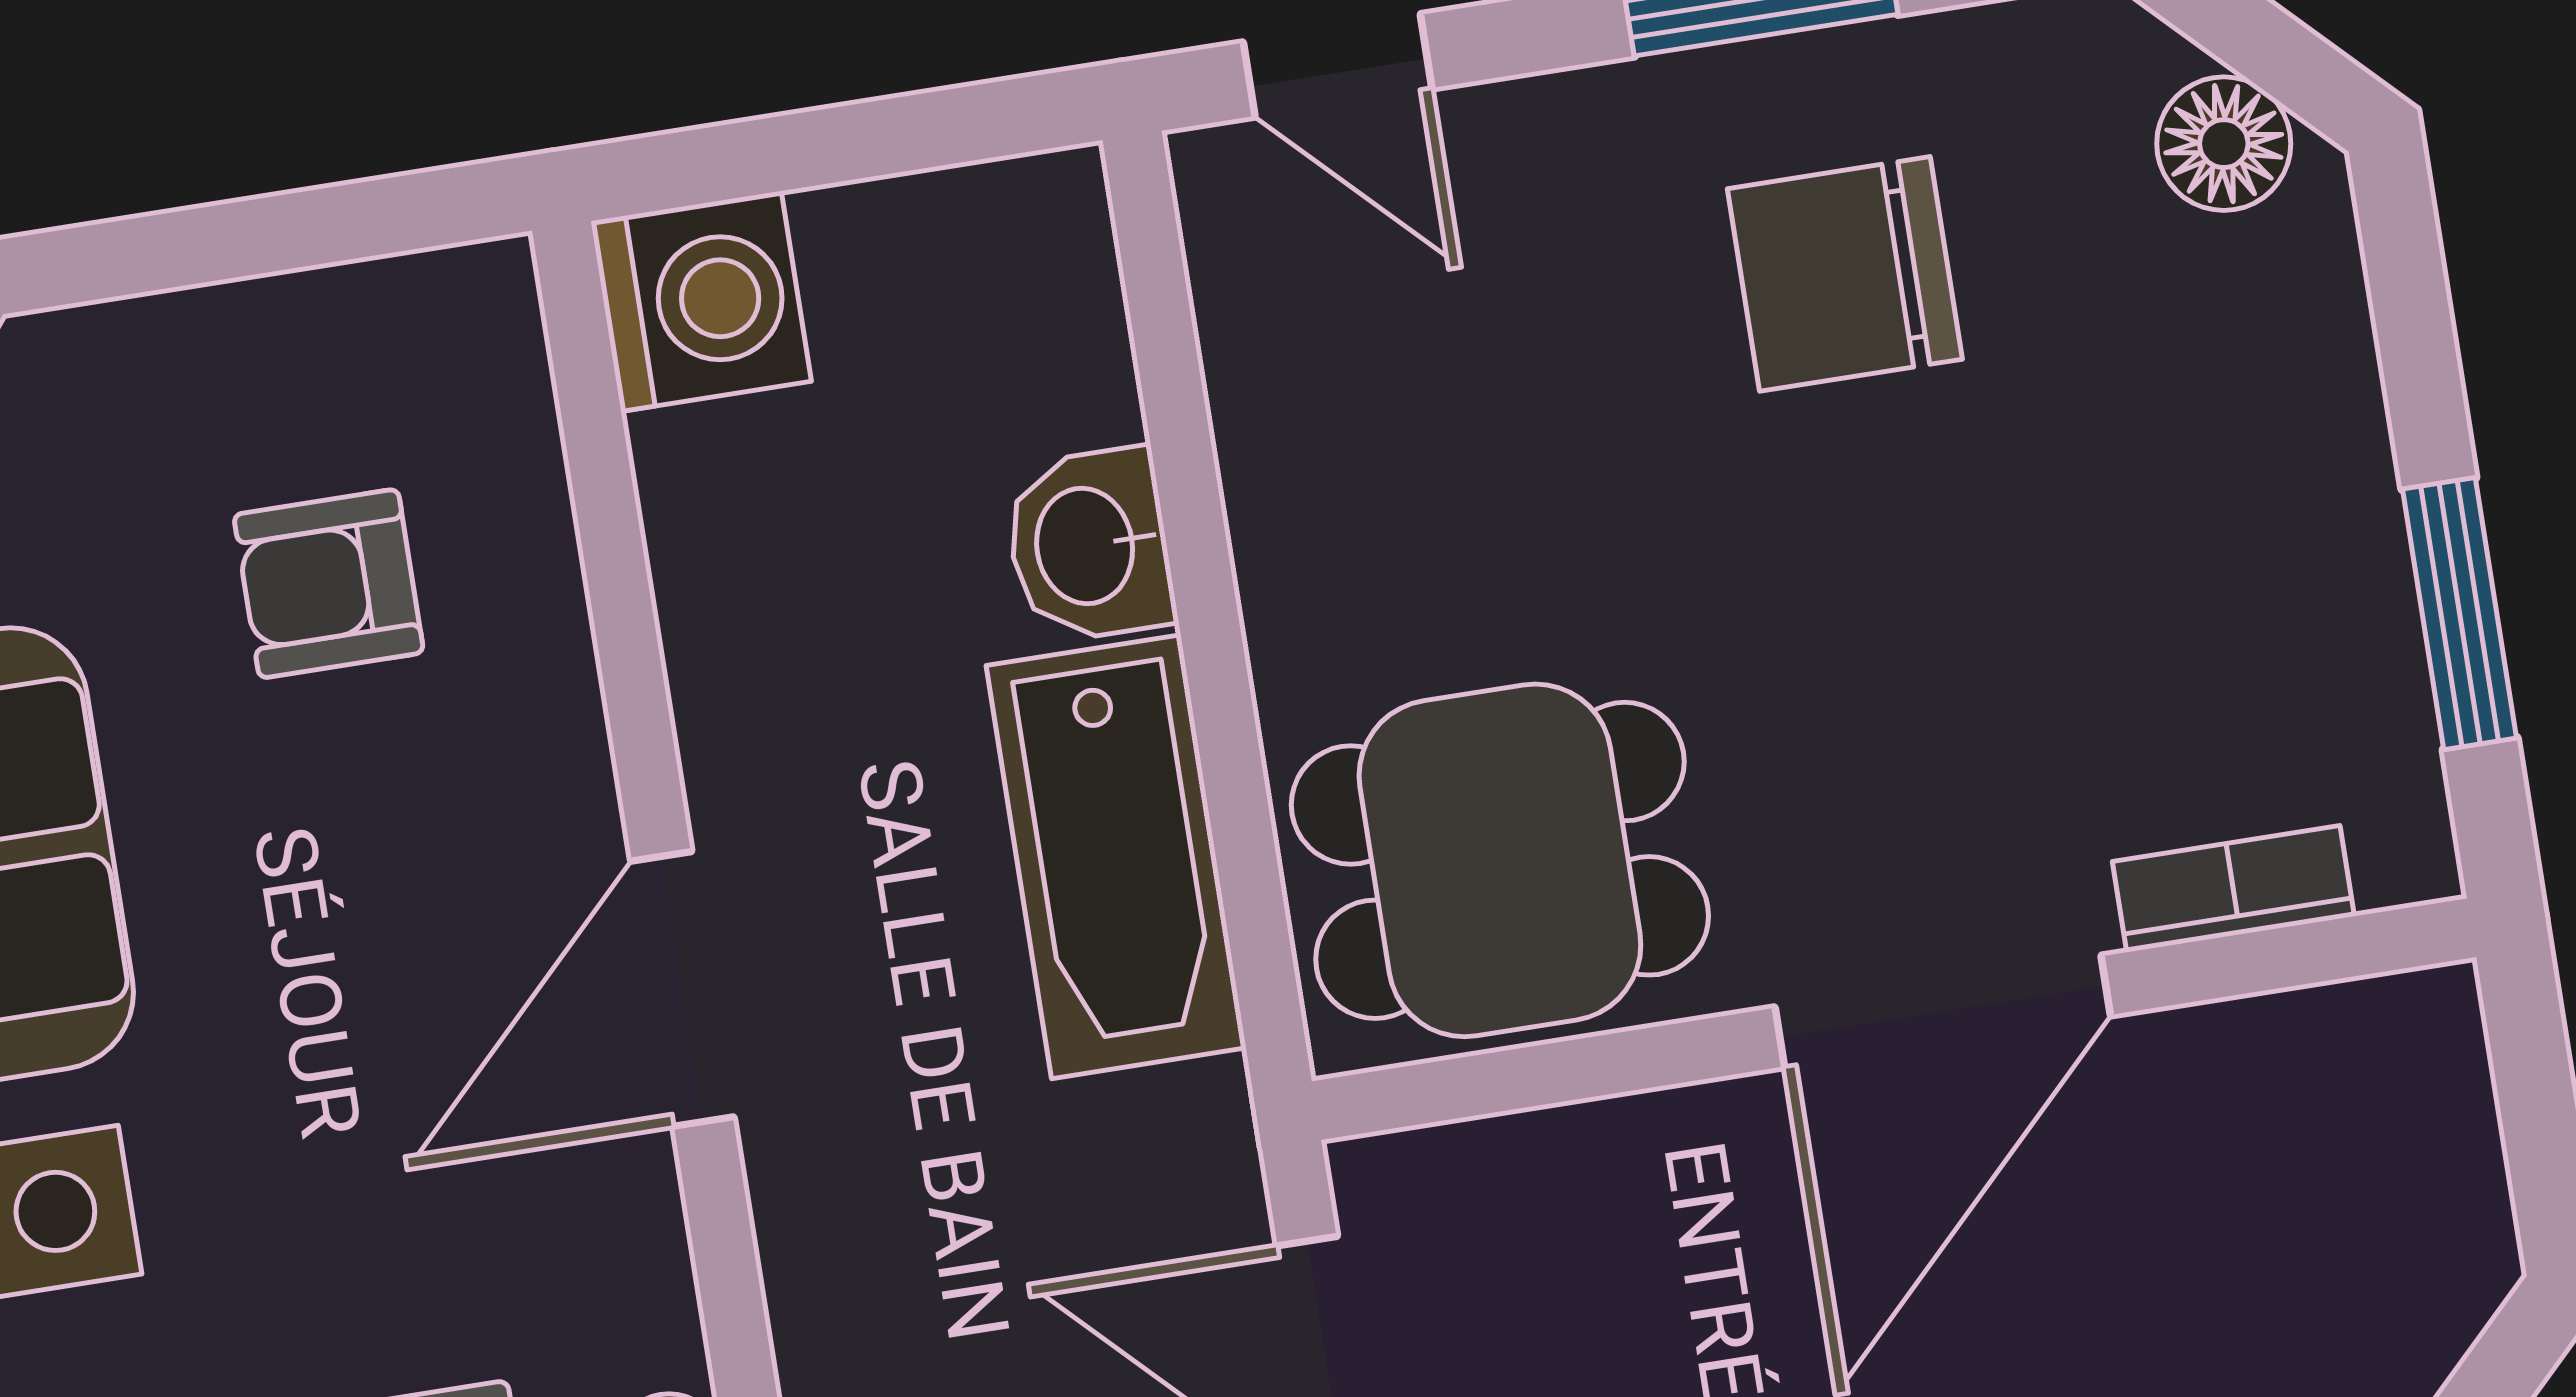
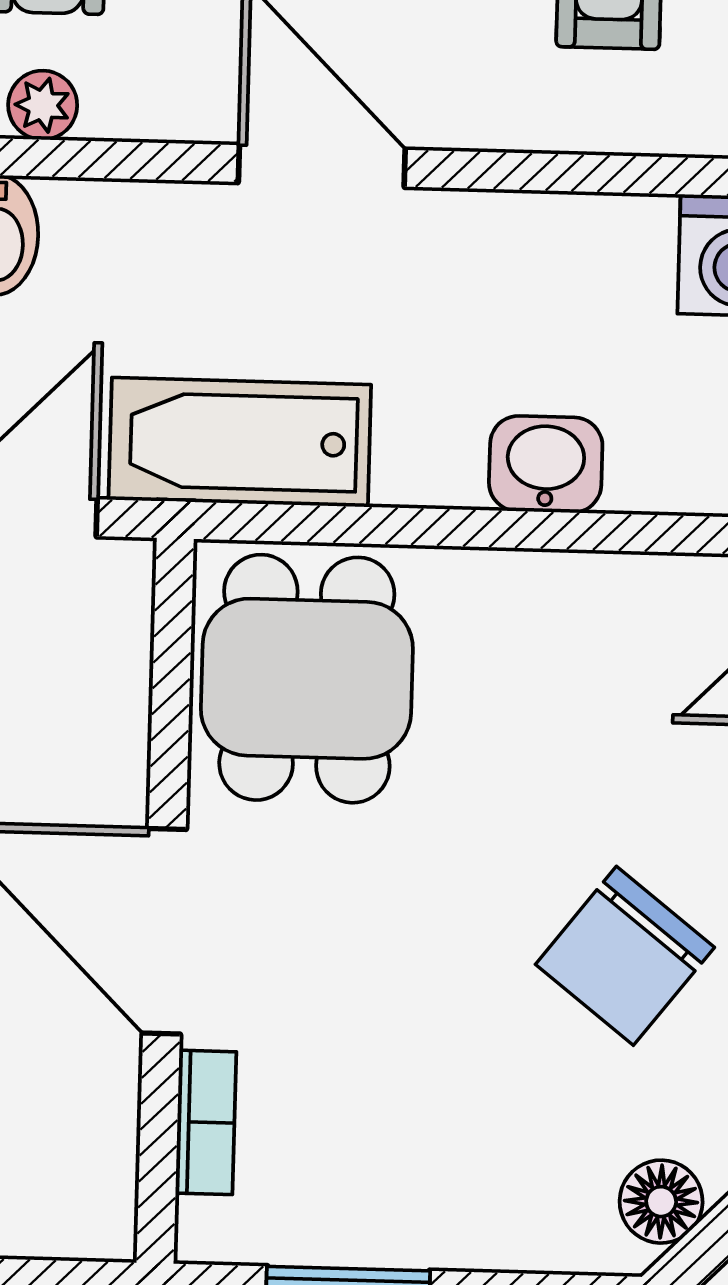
chair: (1845, 274) -> (625, 956), turned -142
bathtub: (1116, 857) -> (240, 442), moved

